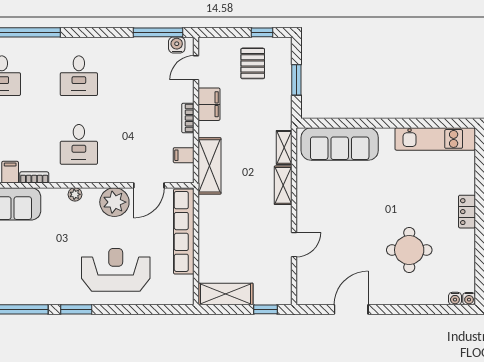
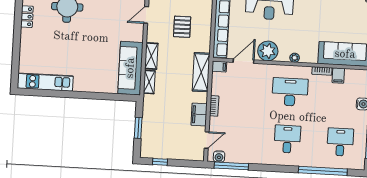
pallet: (253, 63) -> (182, 27), moved
desk: (79, 144) -> (290, 92), width x1.37
sofa: (340, 144) -> (130, 68), moved, turned -90
filing cabinet: (184, 155) -> (219, 67), moved
locker: (467, 212) -> (27, 17), moved

